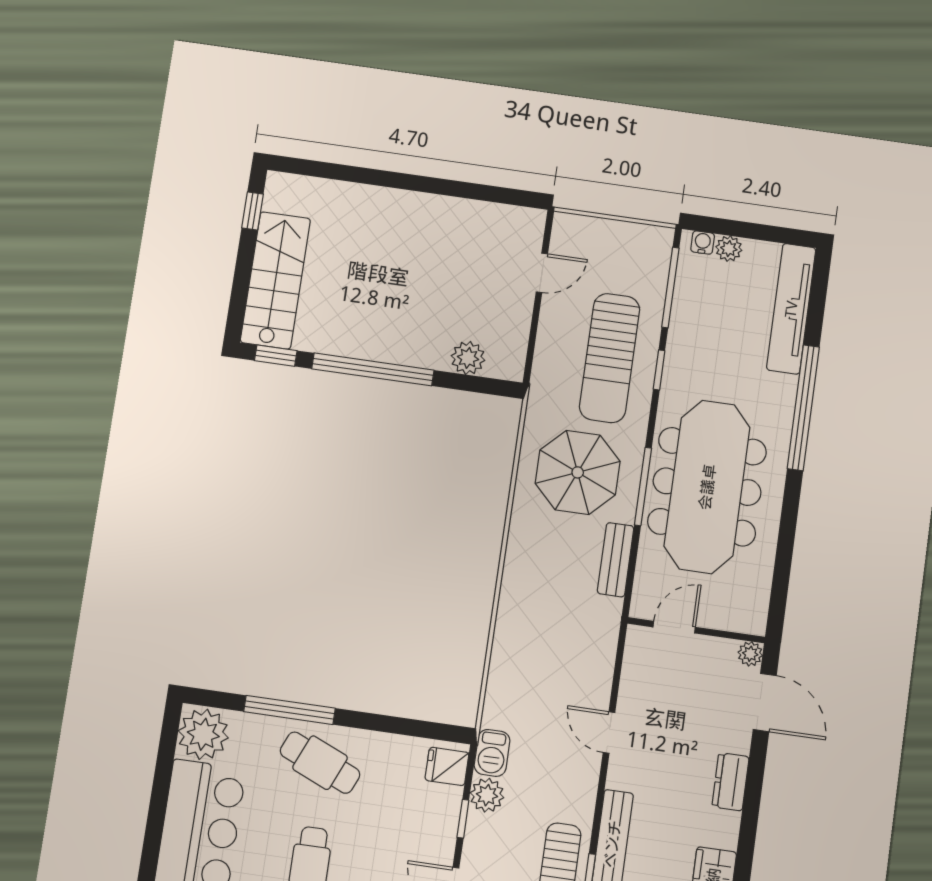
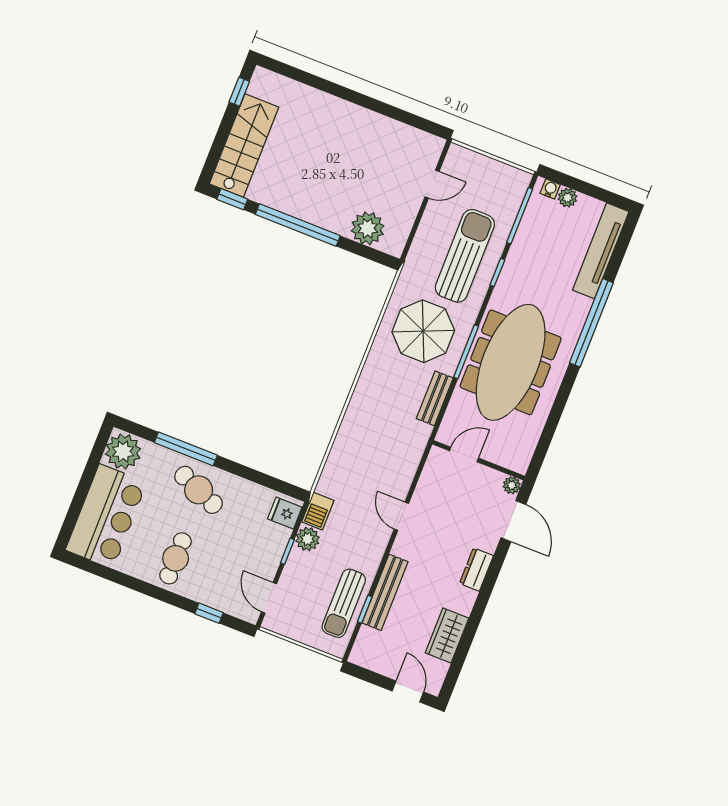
plant: (468, 358) -> (368, 228), width x1.36, depth x1.36
sun lounger: (610, 358) -> (465, 256), turned 180

